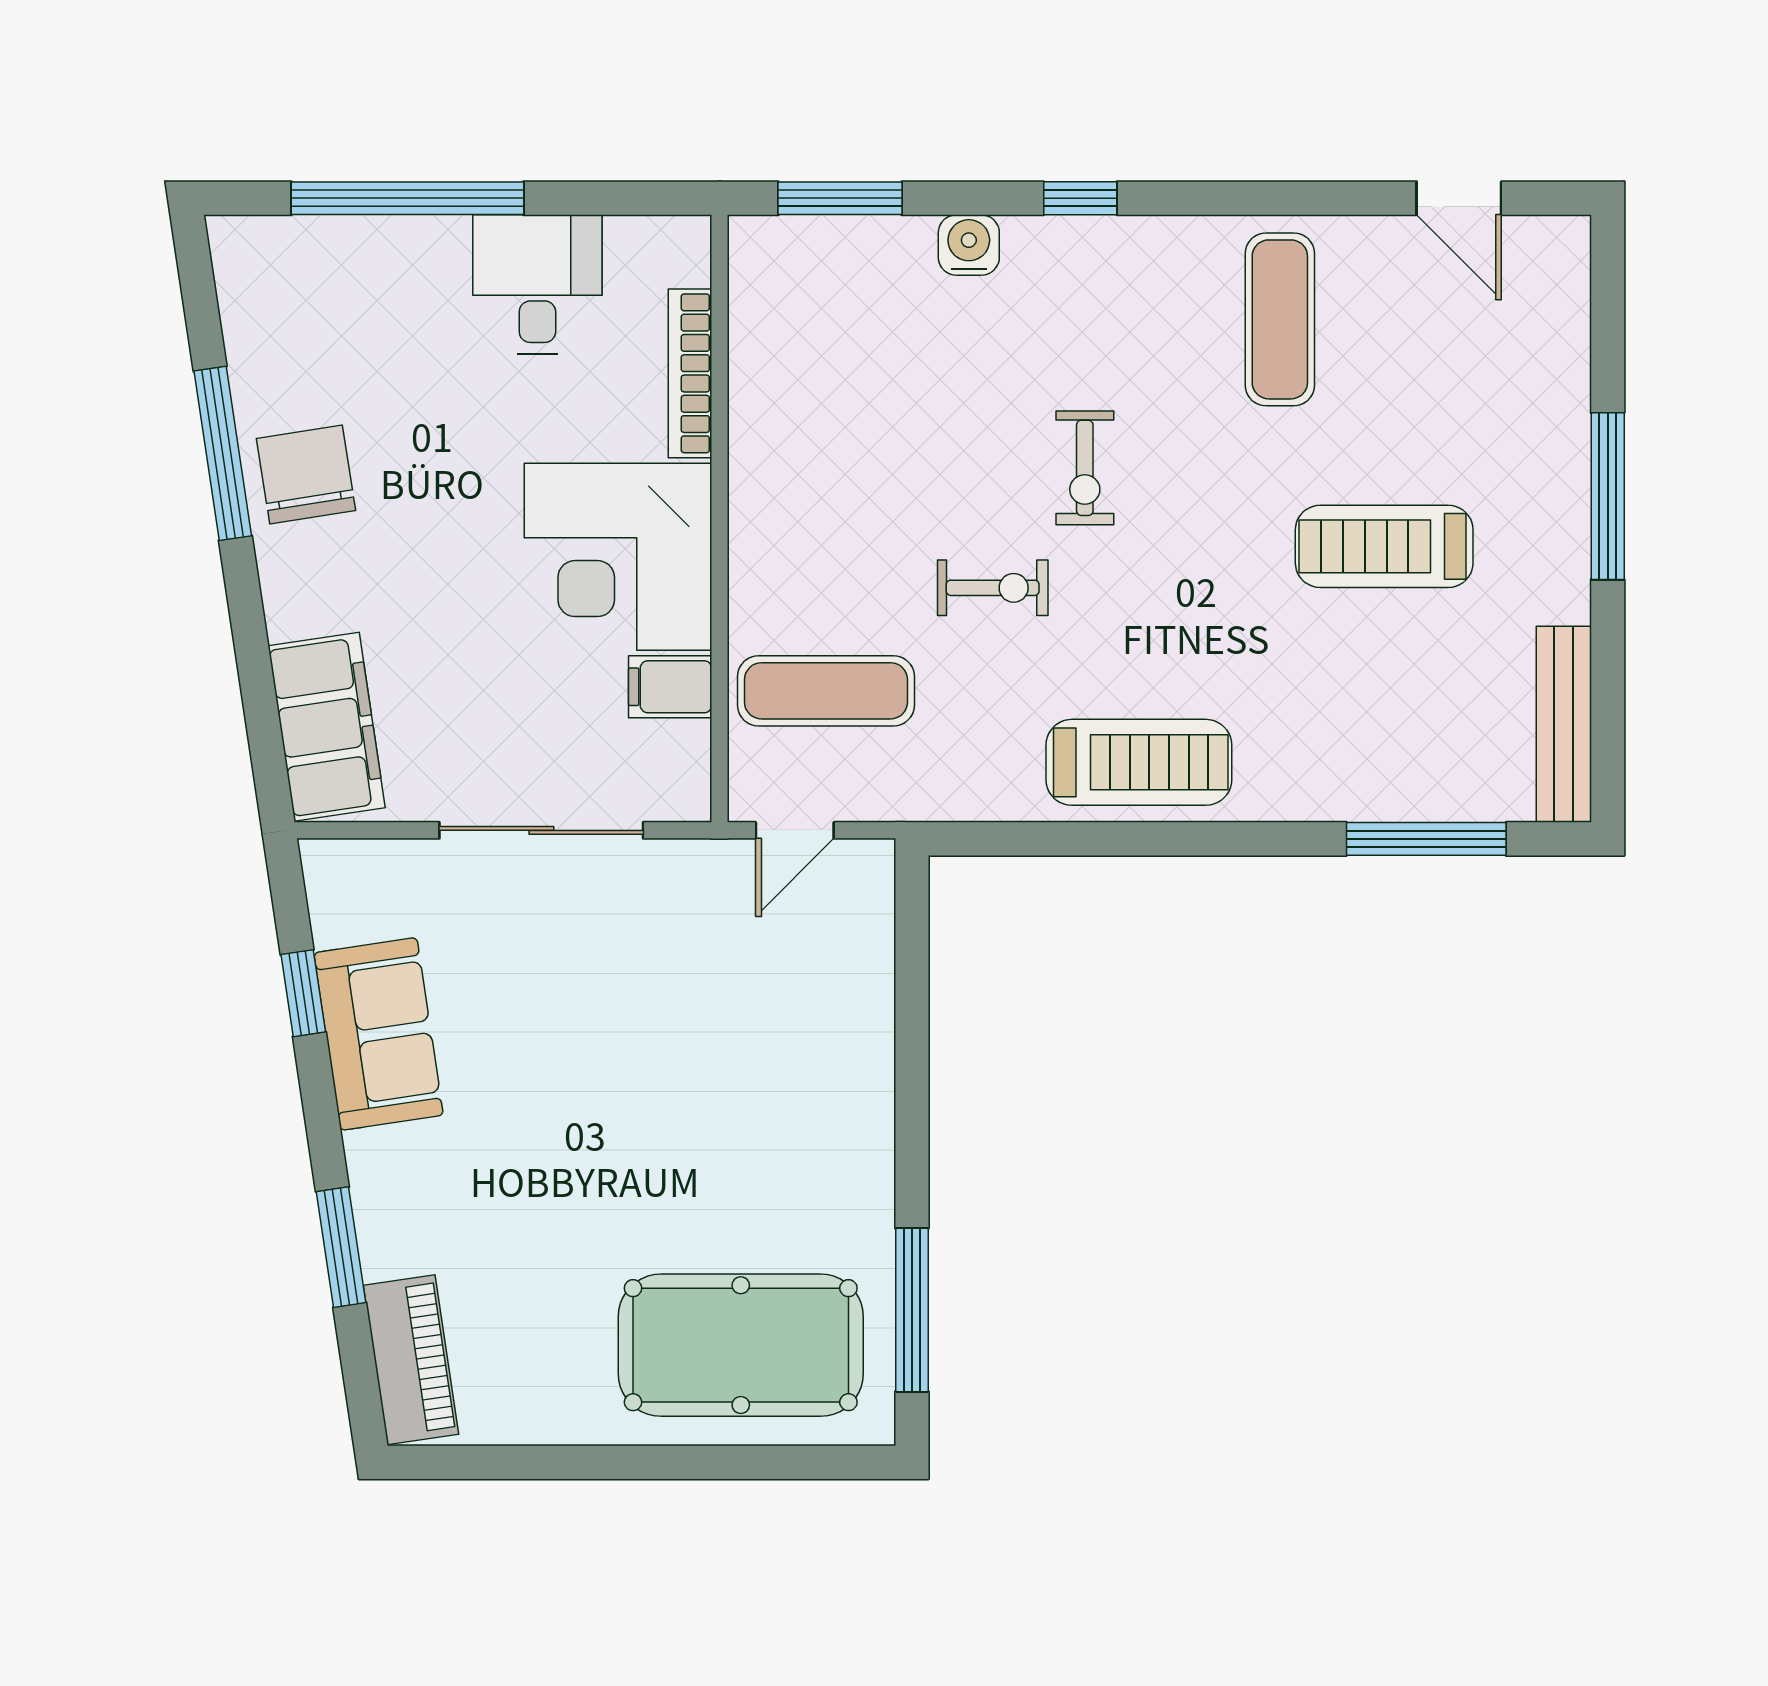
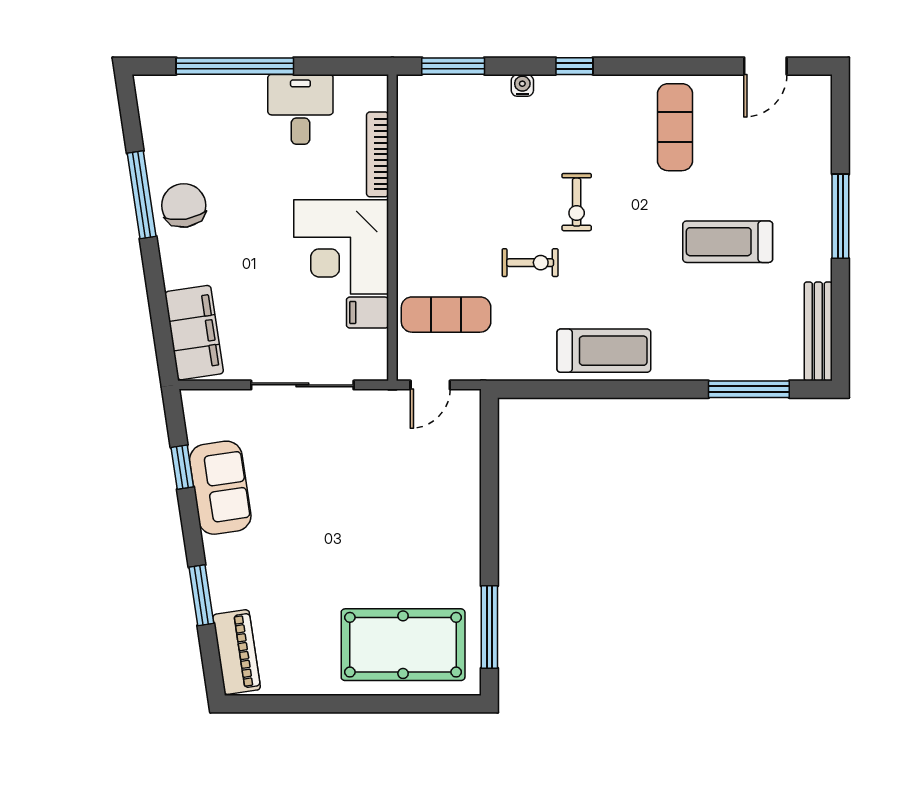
door: (1459, 198) -> (765, 66), hinge flipped
water cooler: (969, 245) -> (522, 85), width x0.72, depth x0.72

